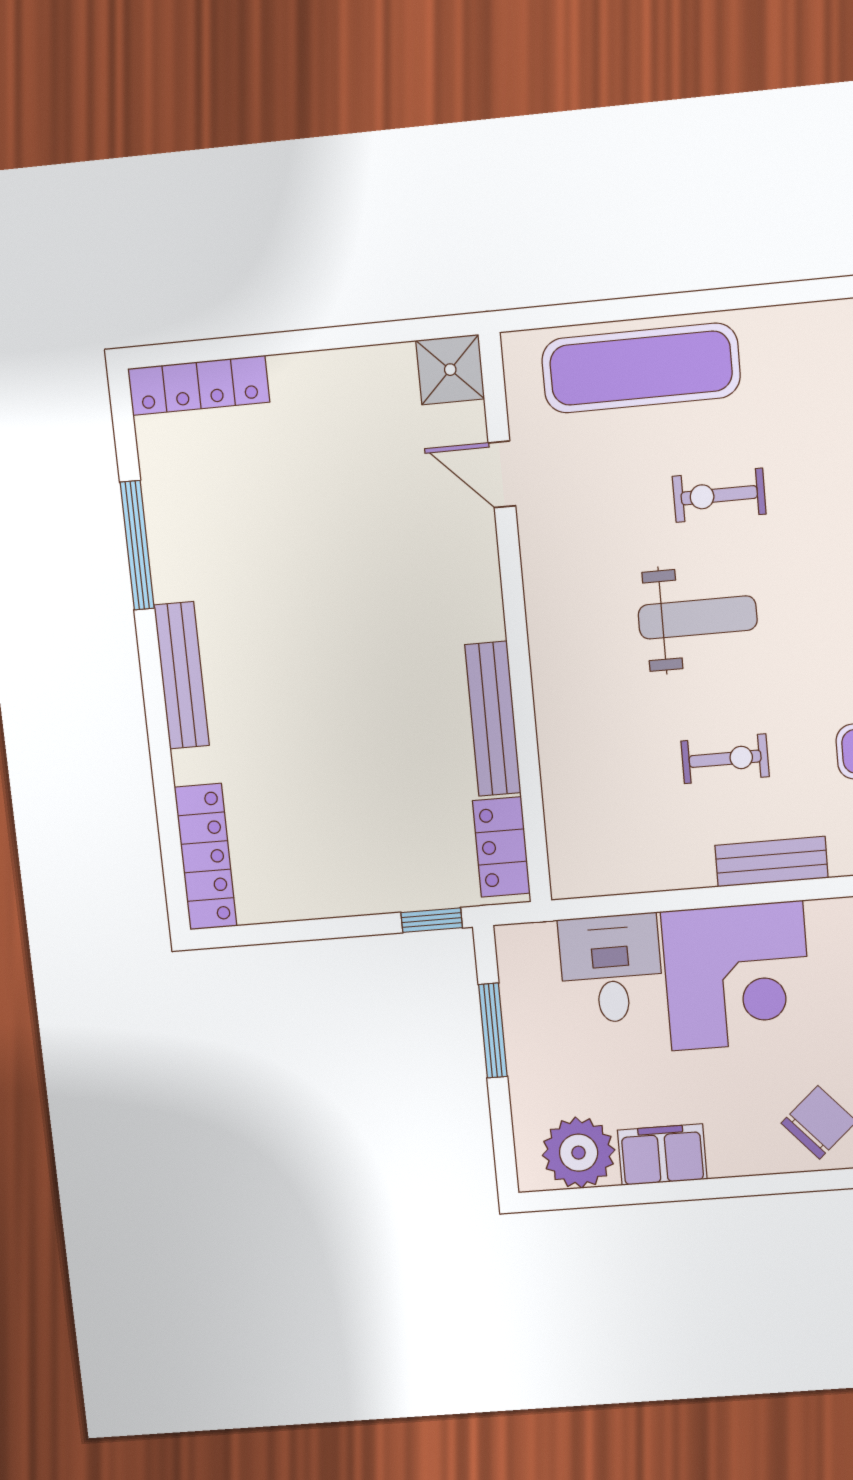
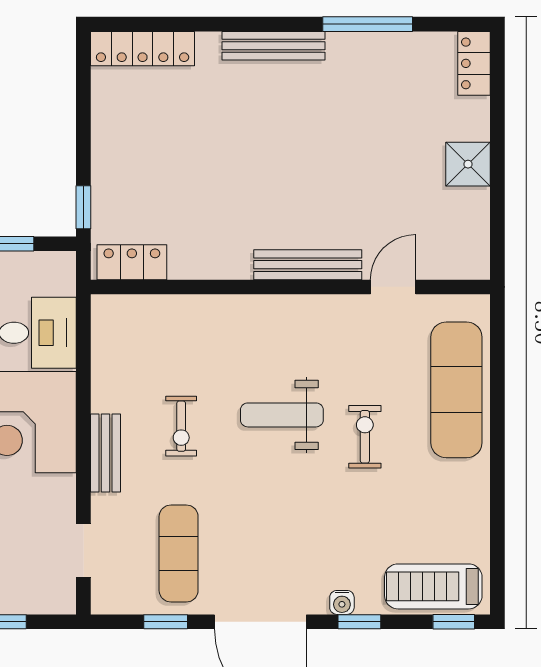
shower: (450, 370) -> (468, 164), moved
locker: (199, 385) -> (474, 63), width x0.66
weight bench: (698, 617) -> (282, 415), turned 90
bench: (493, 719) -> (308, 265), moved

